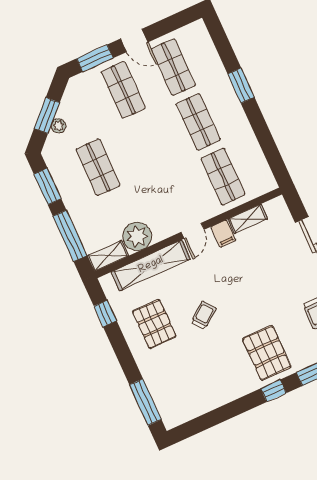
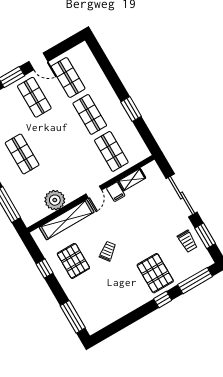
window: (241, 86) -> (131, 109), moved
shelving: (108, 256) -> (36, 216), removed
window: (105, 314) -> (45, 269), moved

